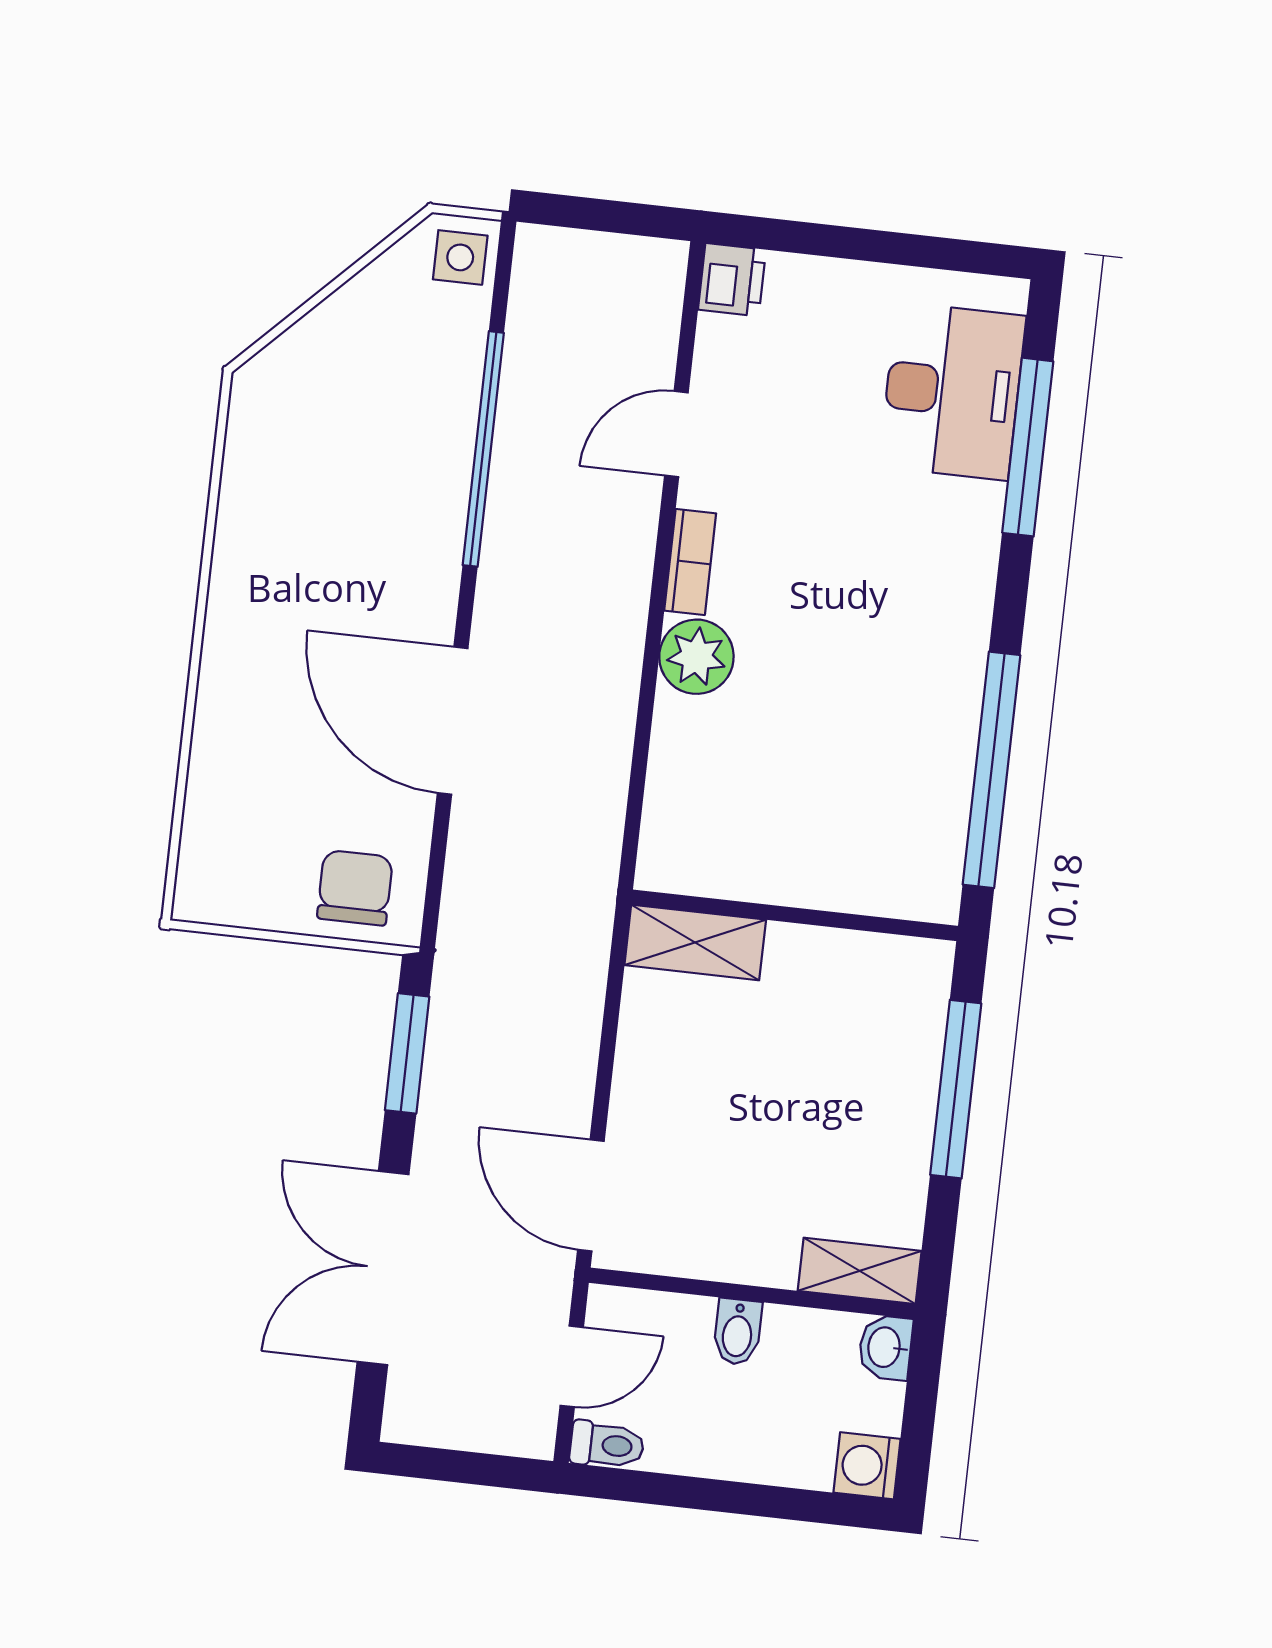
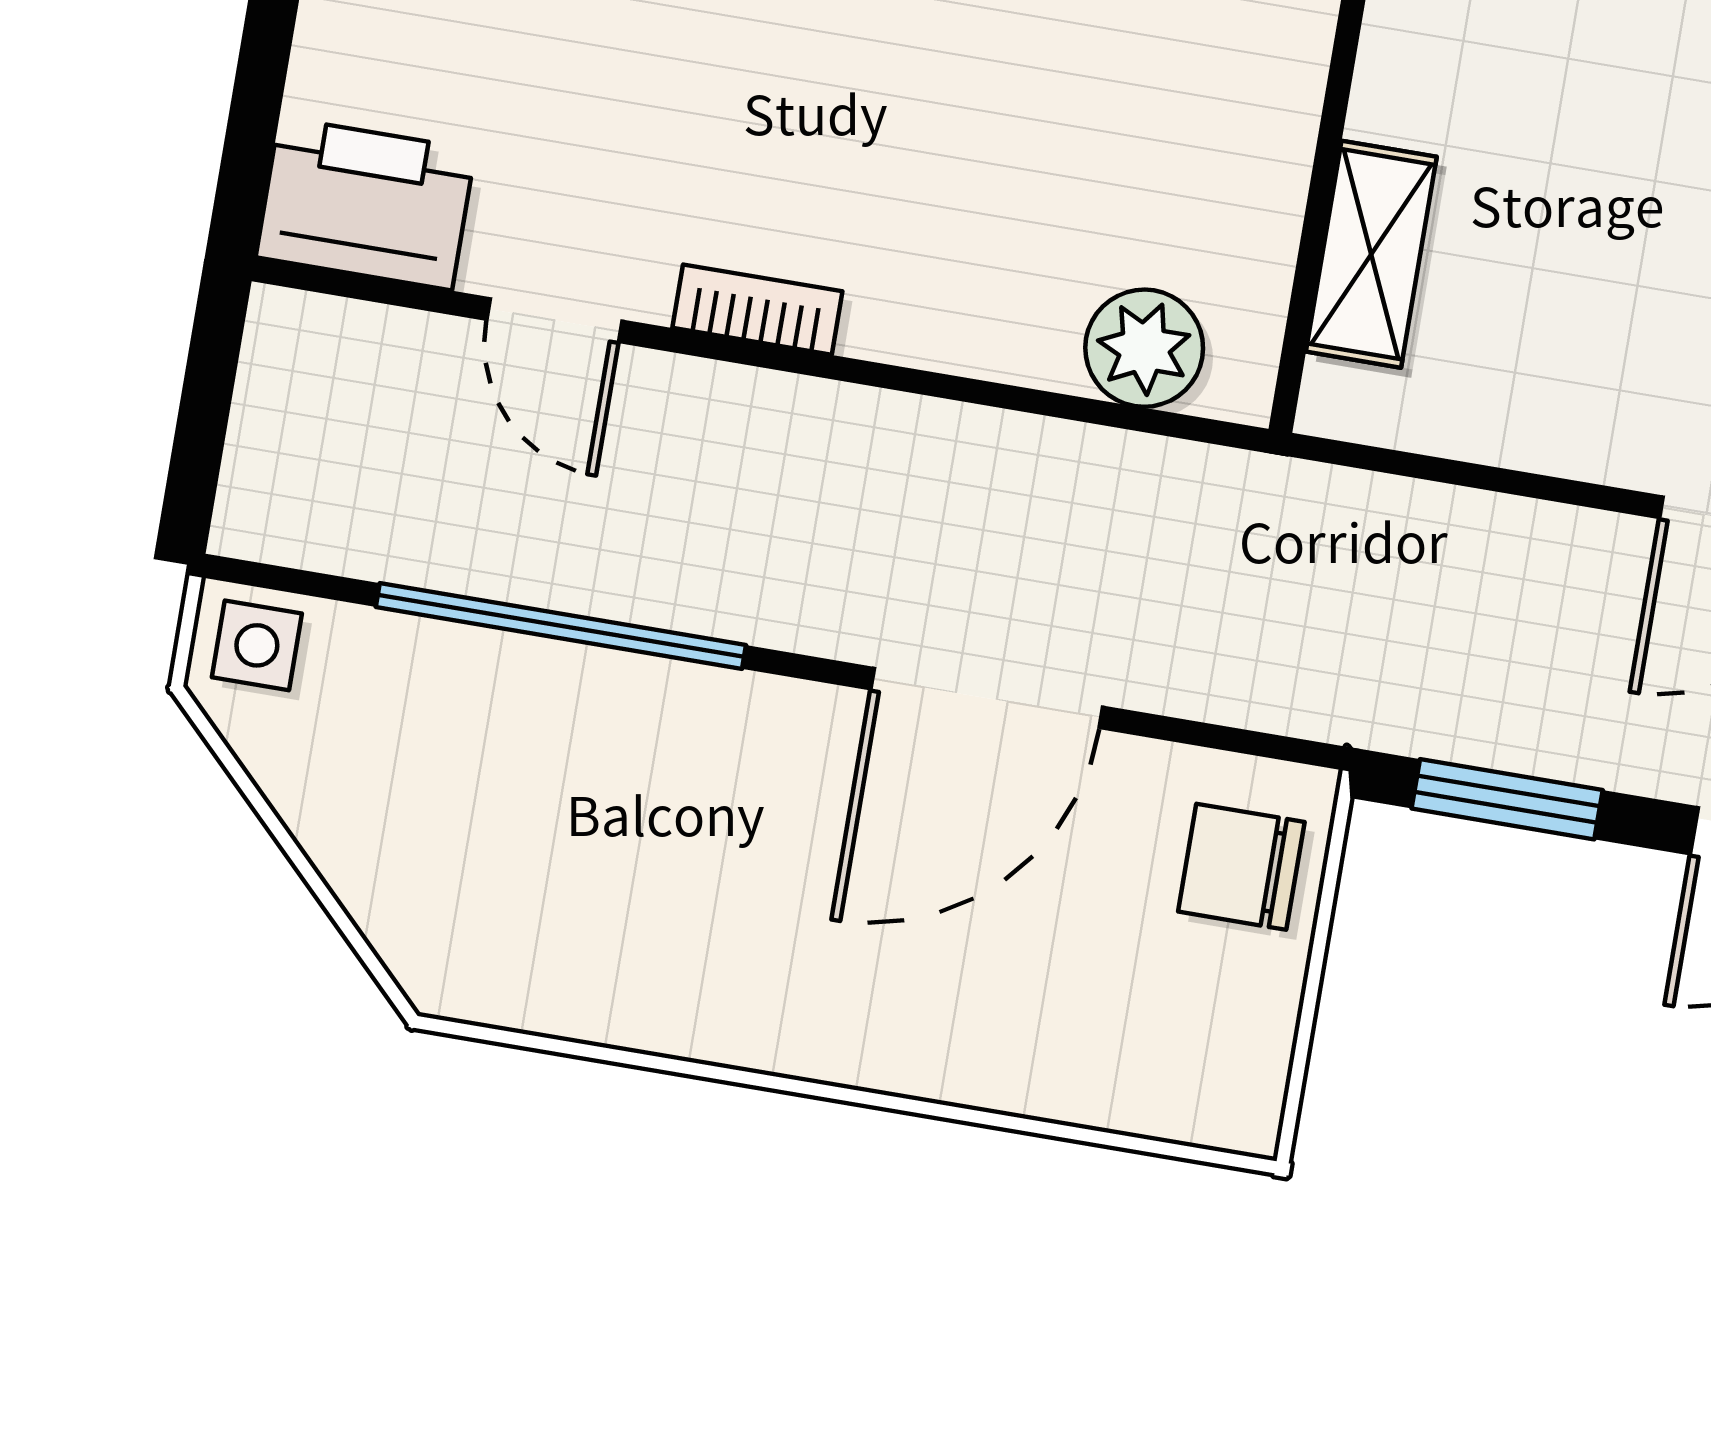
printer: (732, 280) -> (366, 204), width x1.87, depth x1.48
plant: (696, 657) -> (1144, 348), moved
shelving: (695, 942) -> (1371, 254), moved

